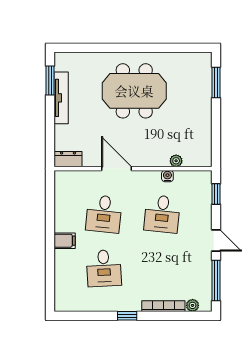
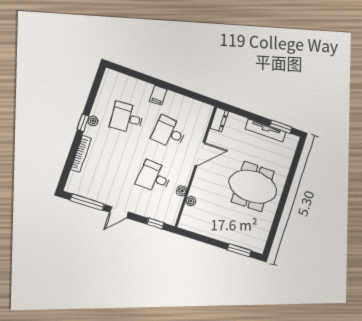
meeting table: (134, 91) -> (253, 187), turned 90
plant: (193, 305) -> (93, 121), moved

